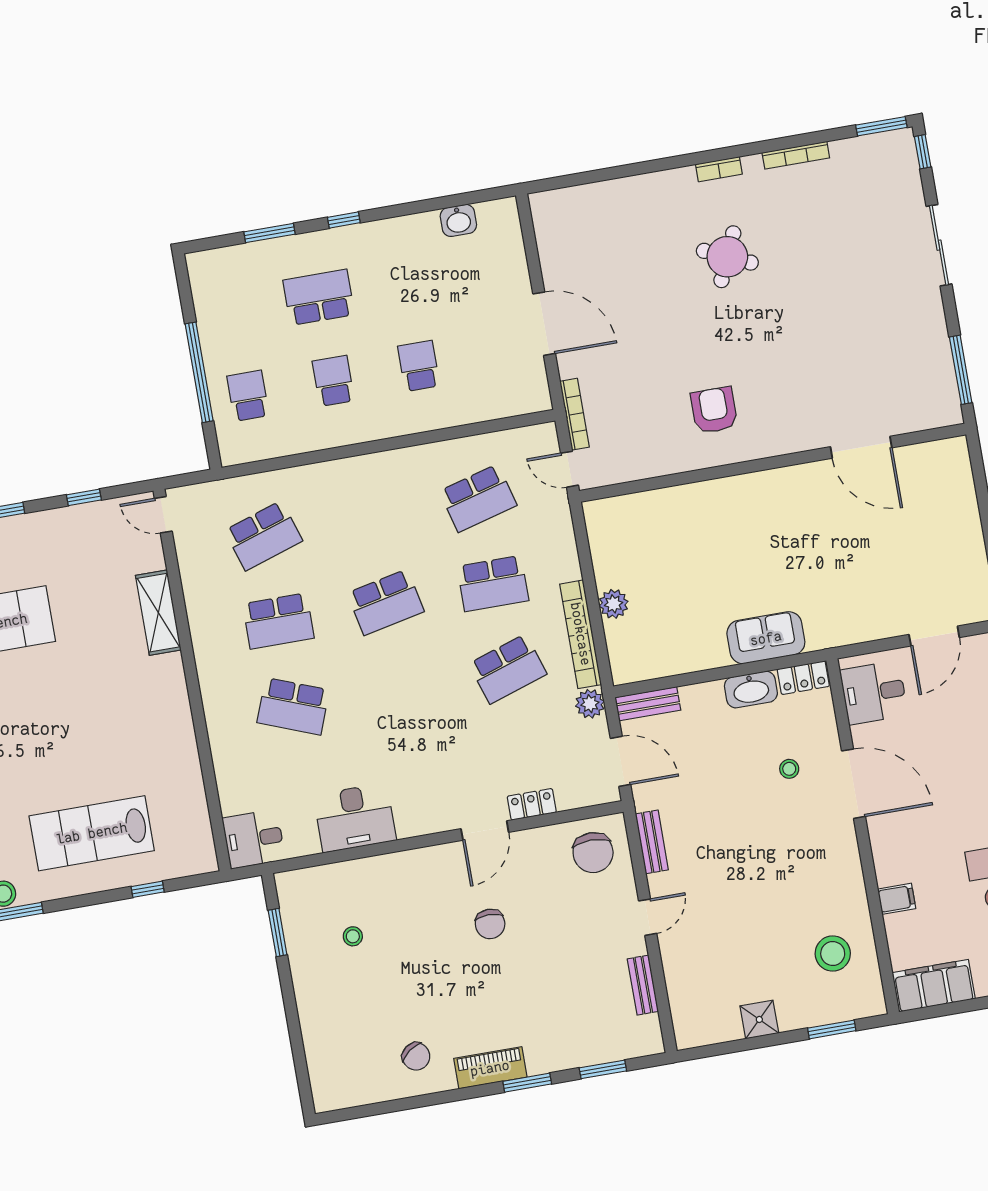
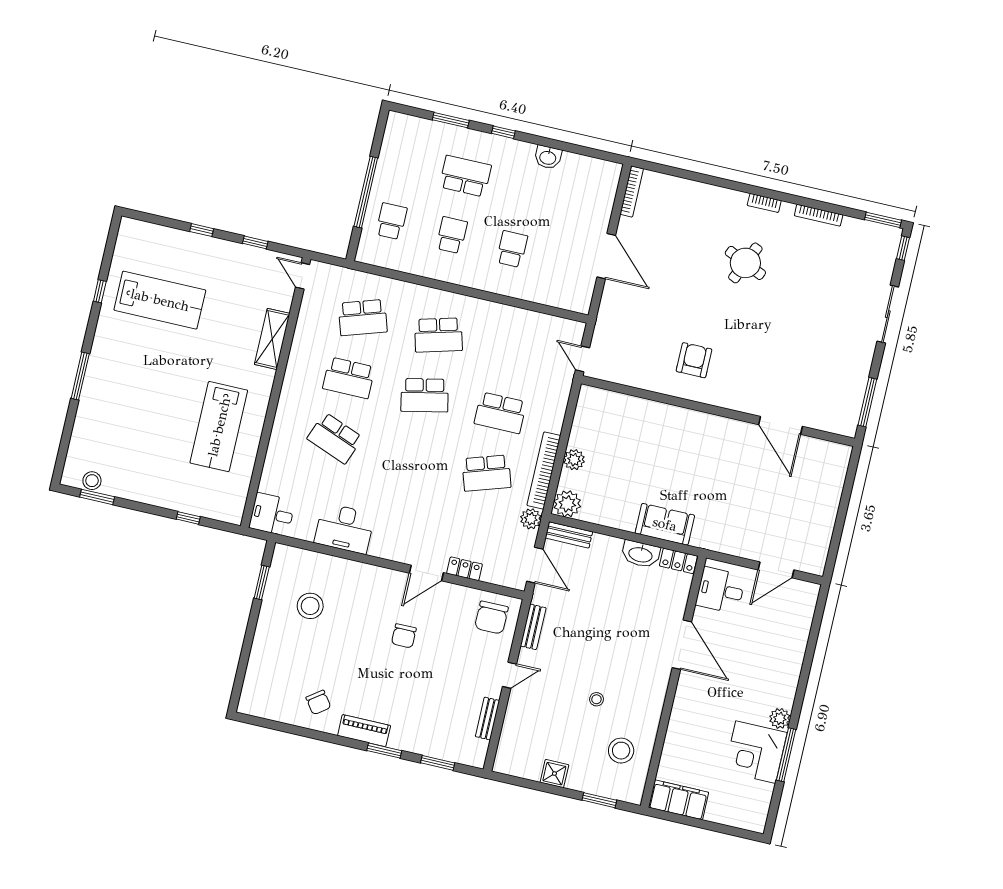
washbasin: (458, 220) -> (548, 157), moved
bookcase: (574, 414) -> (632, 191), moved
school desk: (478, 498) -> (438, 335), moved
plant: (629, 664) -> (567, 504), added
stool: (789, 769) -> (596, 699), moved
lab bench: (92, 833) -> (219, 427), moved, turned -90
filing cabinet: (897, 899) -> (678, 732), removed
stool: (353, 936) -> (310, 606), width x1.89, depth x1.89

